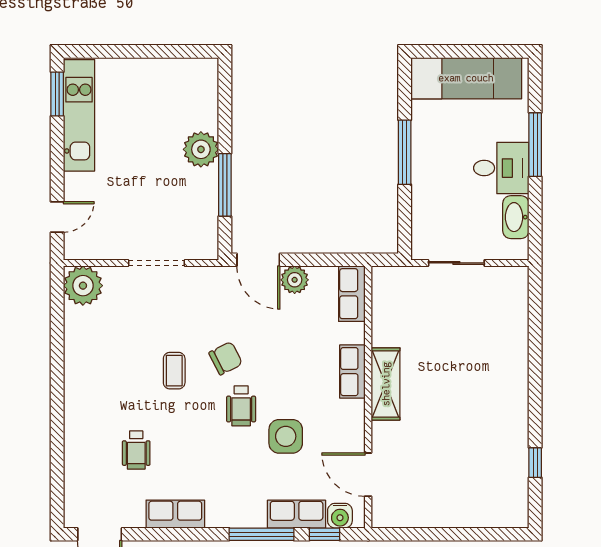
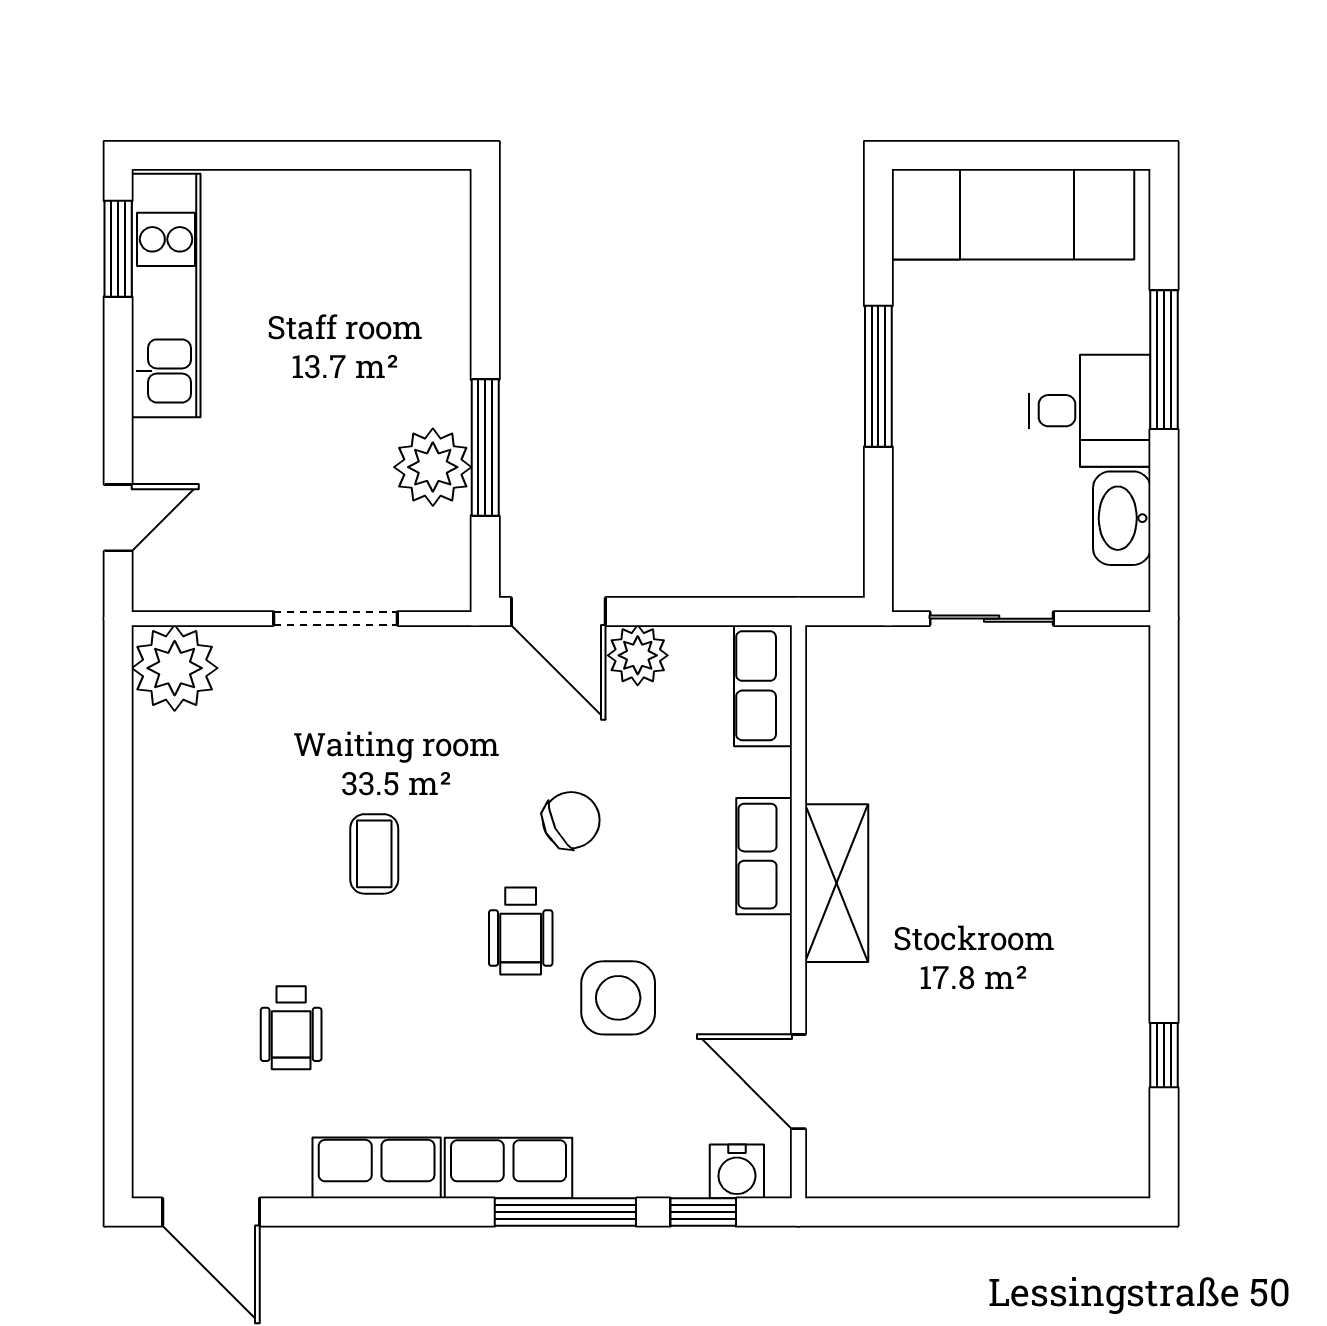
plant: (201, 149) -> (433, 467), moved
chair: (226, 358) -> (571, 820), moved
row of seats: (297, 514) -> (509, 1168), moved

